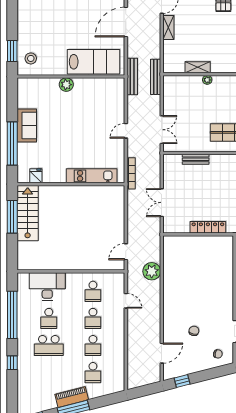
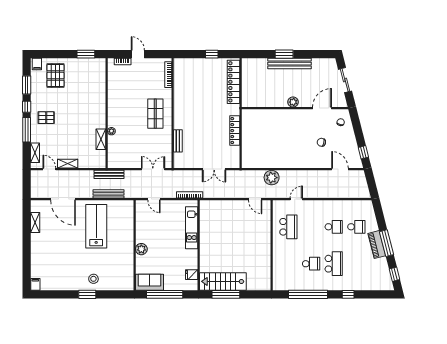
wall: (71, 77) -> (135, 245), moved
plant: (66, 85) -> (141, 249), moved
desk: (47, 287) -> (284, 265), removed
school desk: (93, 291) -> (288, 227), width x1.85
school desk: (93, 318) -> (311, 227), removed

